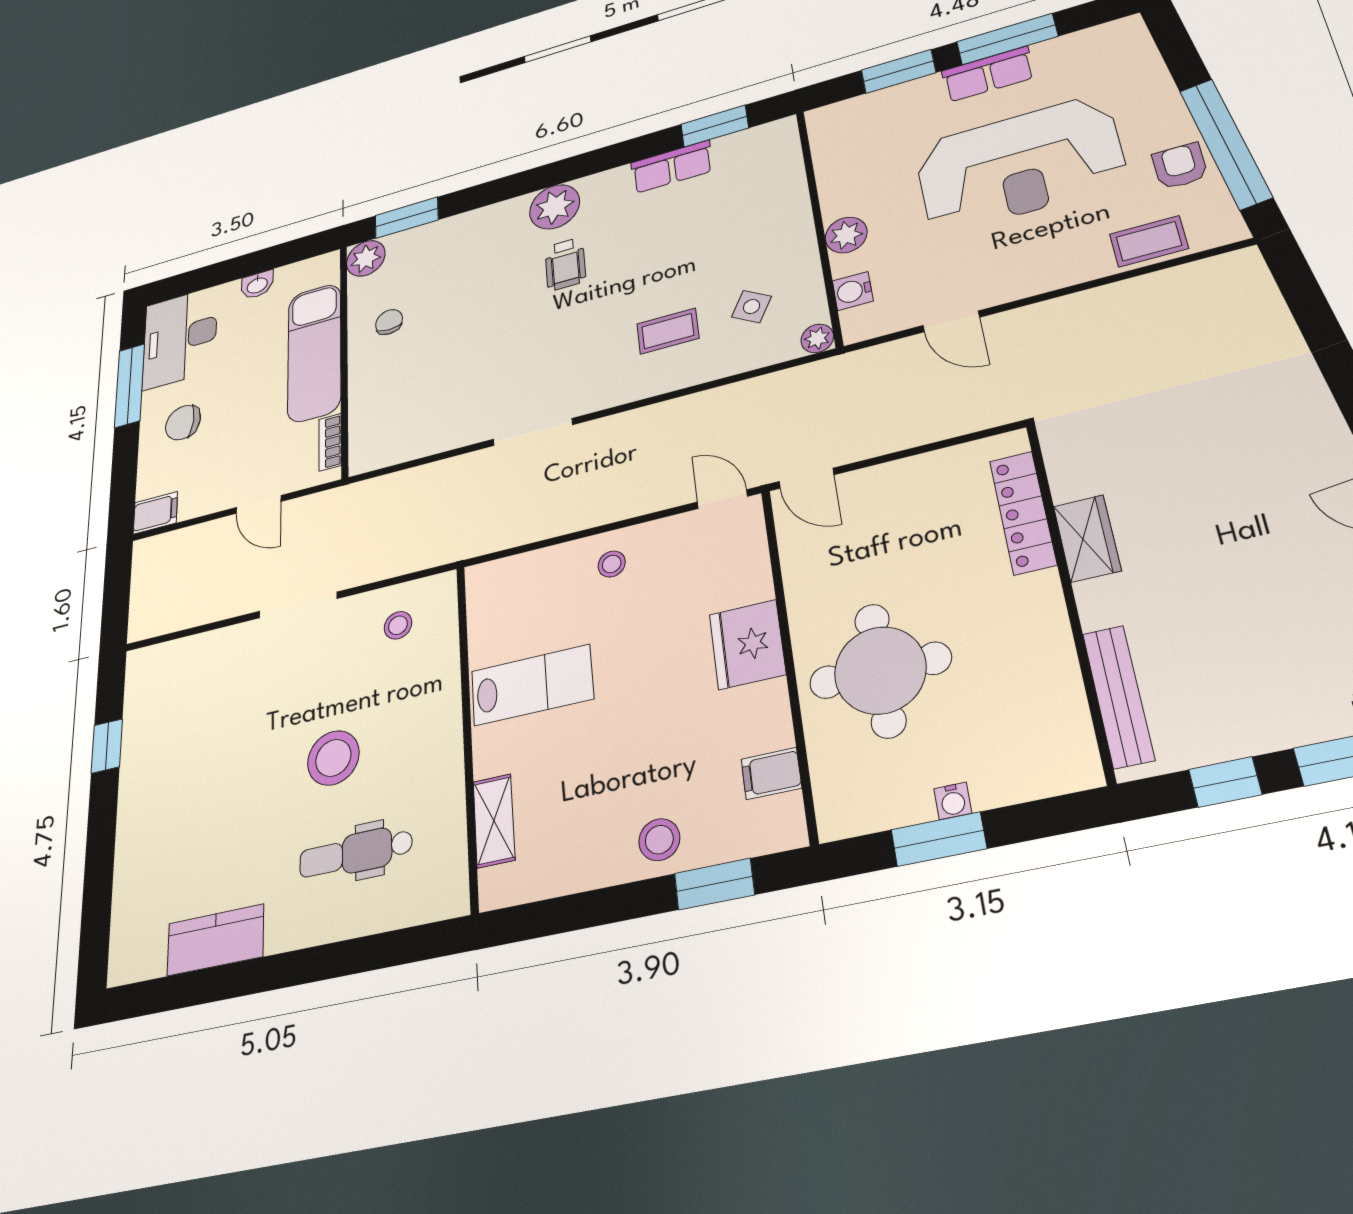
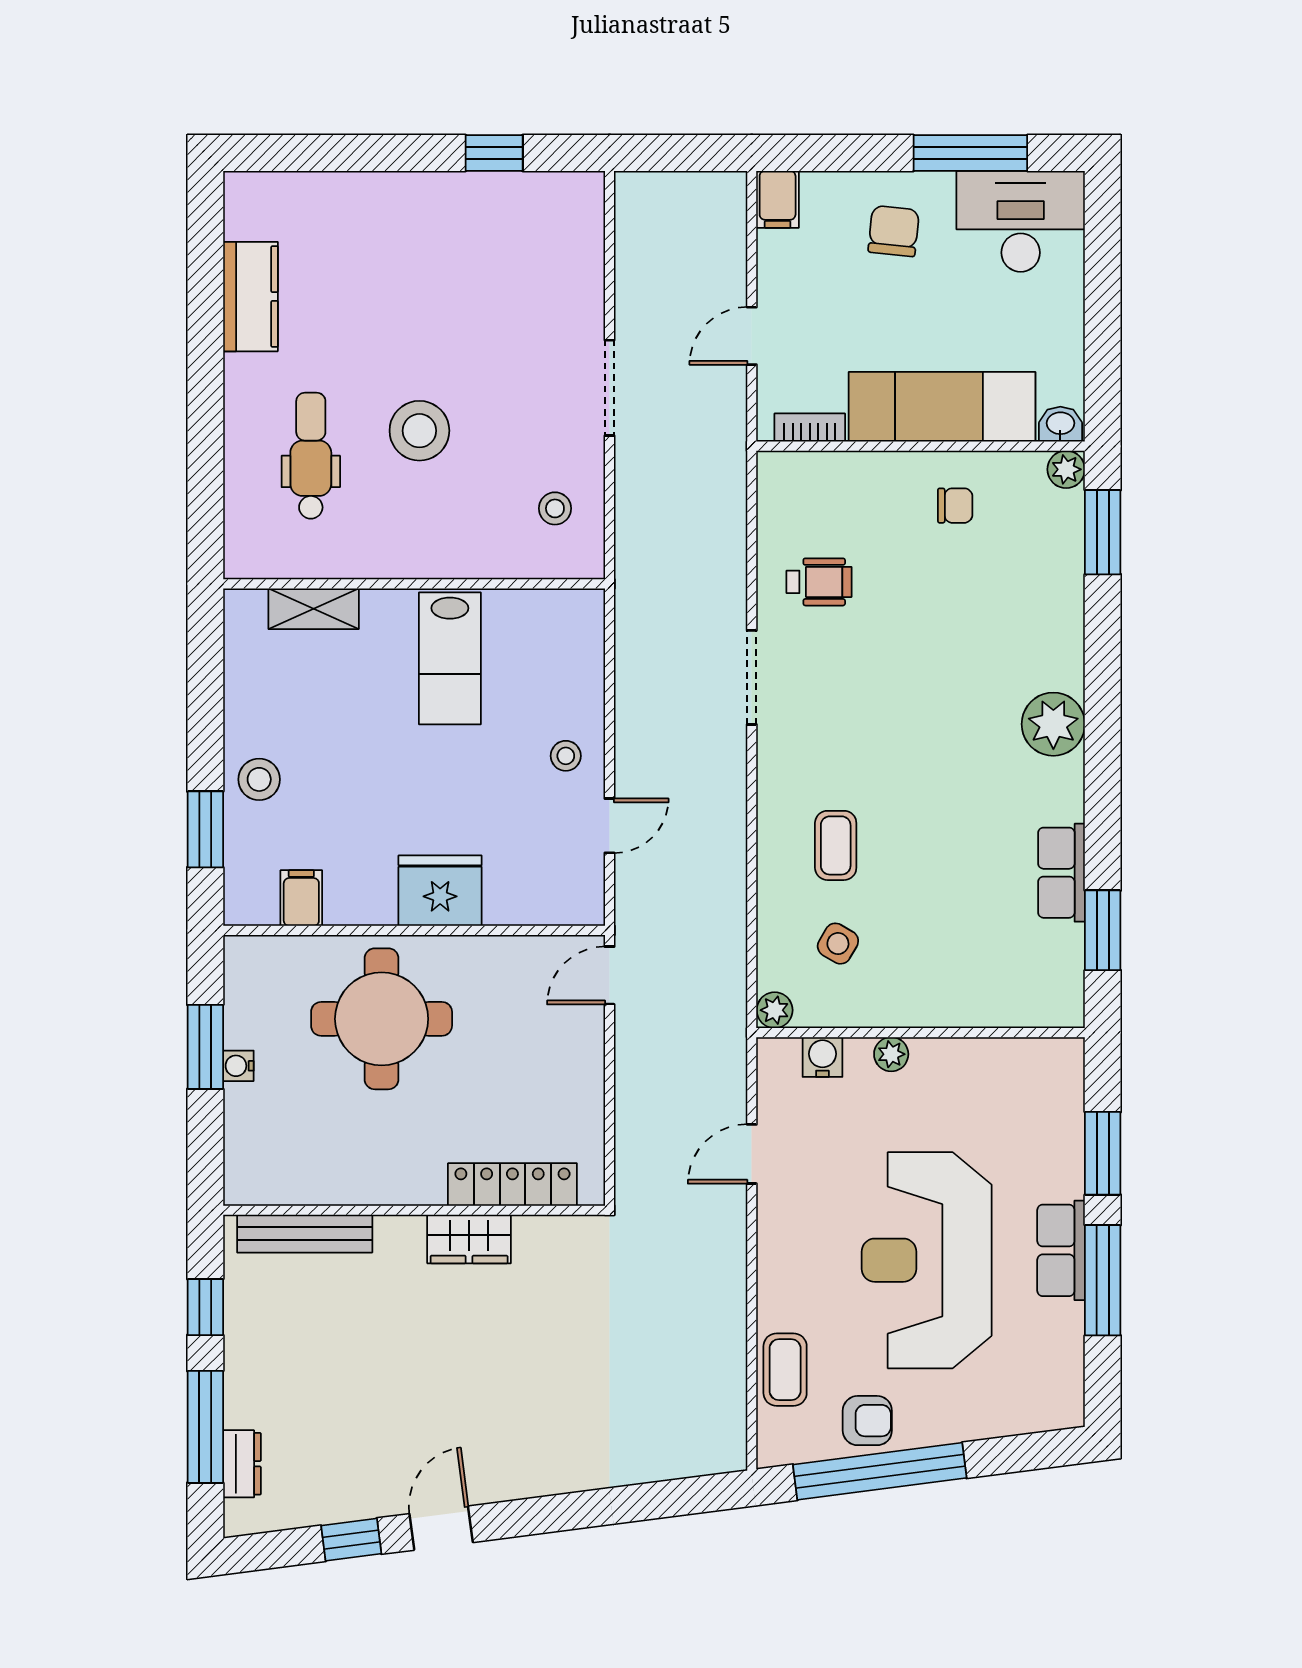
plant: (846, 235) -> (891, 1054), width x0.73, depth x0.73
plant: (366, 258) -> (1066, 469), width x0.73, depth x0.73
wheelchair: (565, 264) -> (819, 582), moved, turned 180
washbasin: (257, 285) -> (1060, 424), moved, turned 90
door: (722, 499) -> (610, 826), moved

